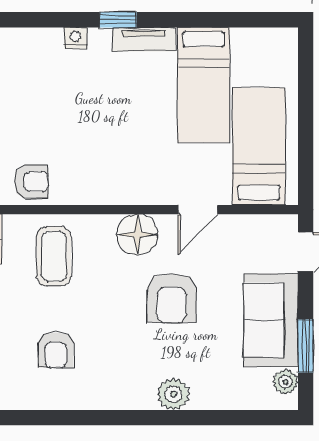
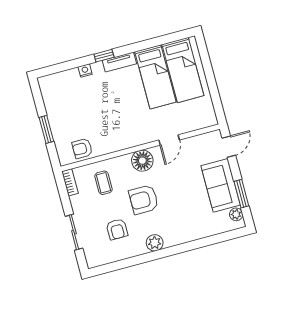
bed: (259, 147) -> (183, 70), moved, turned 180
armchair: (31, 182) -> (82, 148), turned 180
coffee table: (54, 256) -> (103, 183), width x0.73, depth x0.77
armchair: (171, 298) -> (144, 200), moved, turned 90
plant: (173, 394) -> (155, 243), moved

